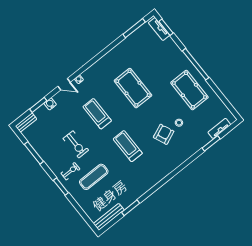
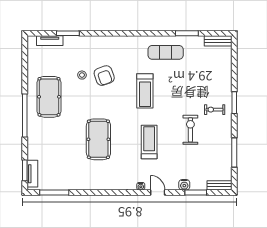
treadmill: (97, 114) -> (149, 142), turned 180
armchair: (164, 134) -> (104, 76), turned -87
exercise mat: (94, 177) -> (166, 52), moved
bench: (109, 217) -> (218, 41), width x0.73

